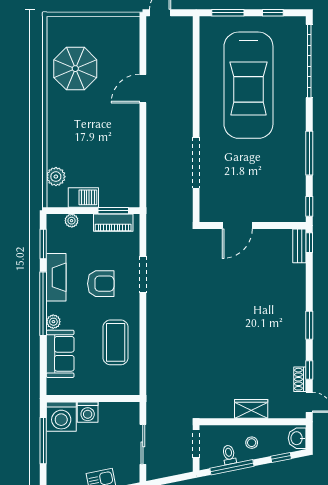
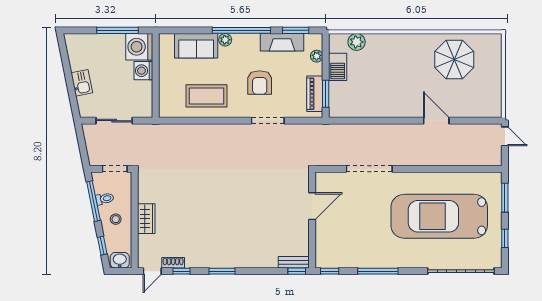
door: (237, 226) -> (312, 206), swing flipped
fireplace: (56, 277) -> (282, 42), moved

